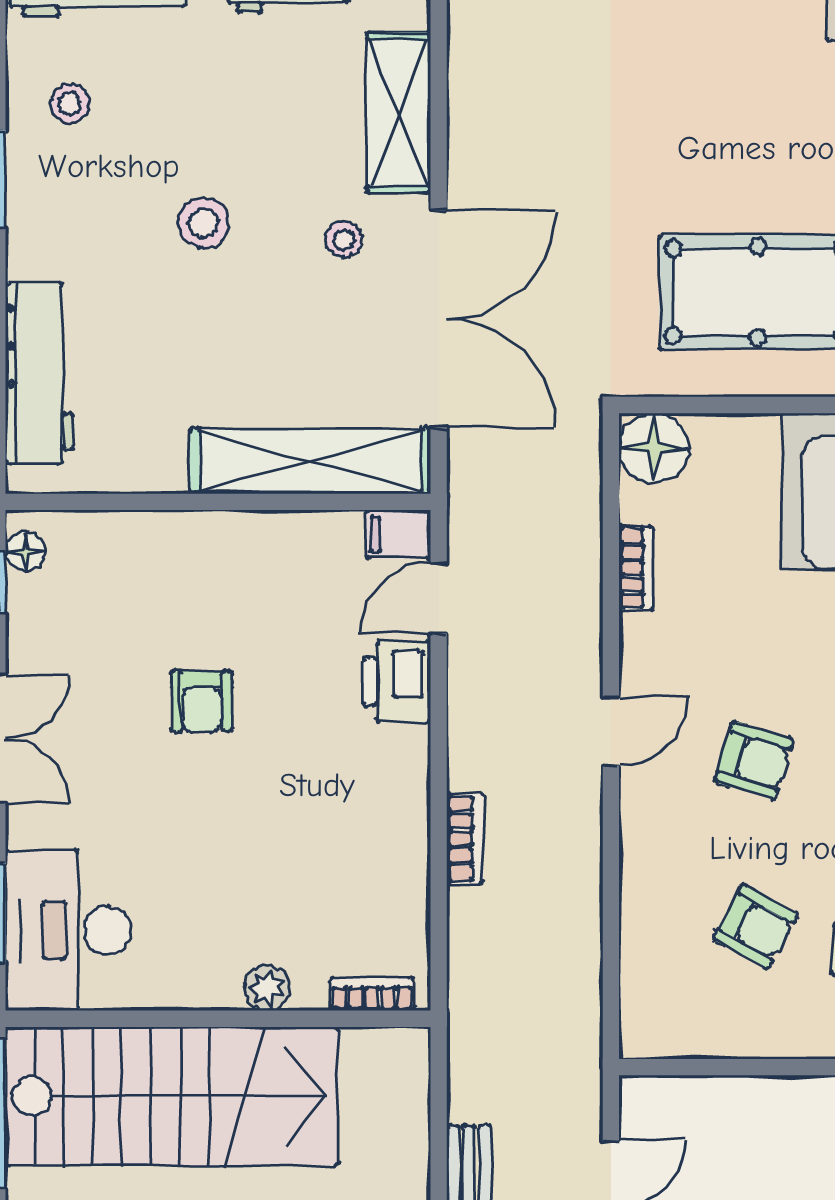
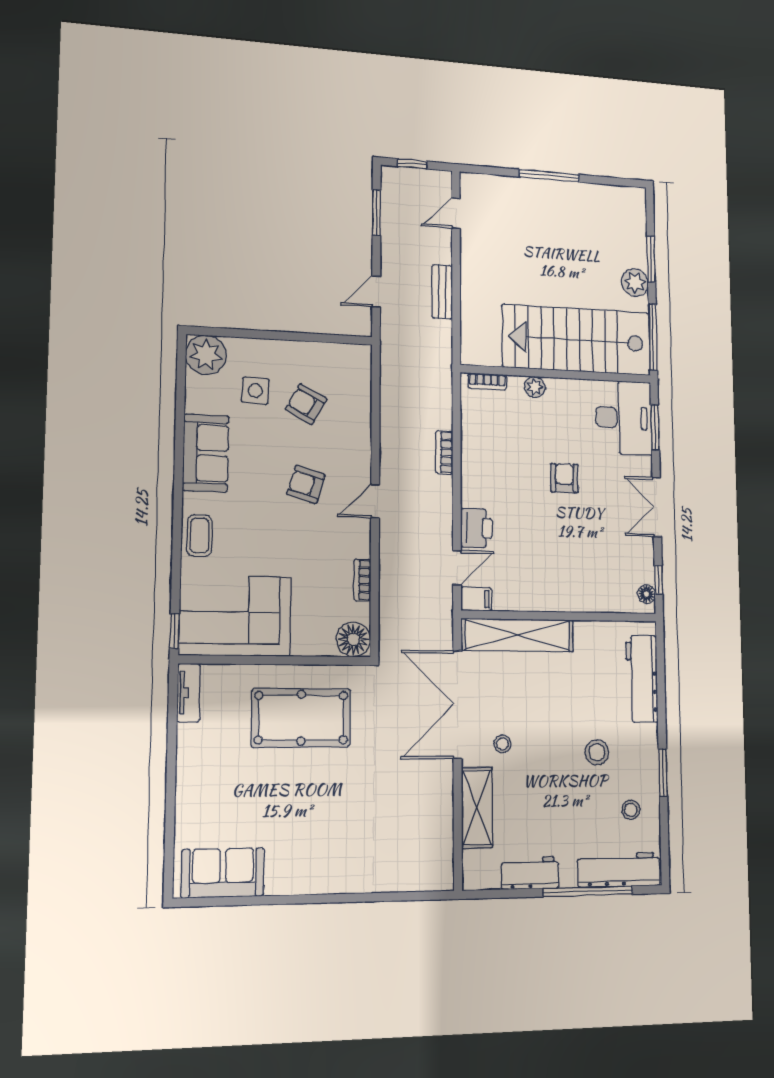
stool: (204, 223) -> (597, 752), moved
armchair: (202, 701) -> (564, 478), moved

